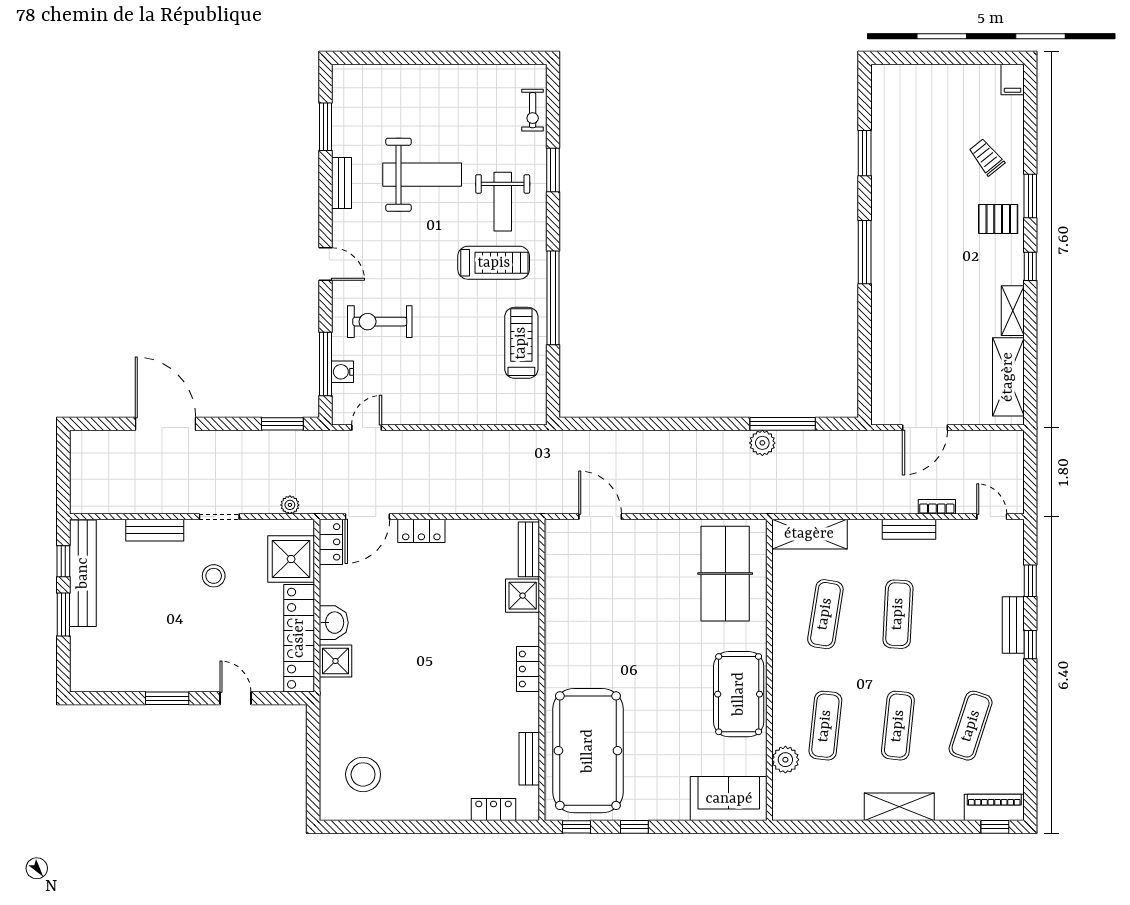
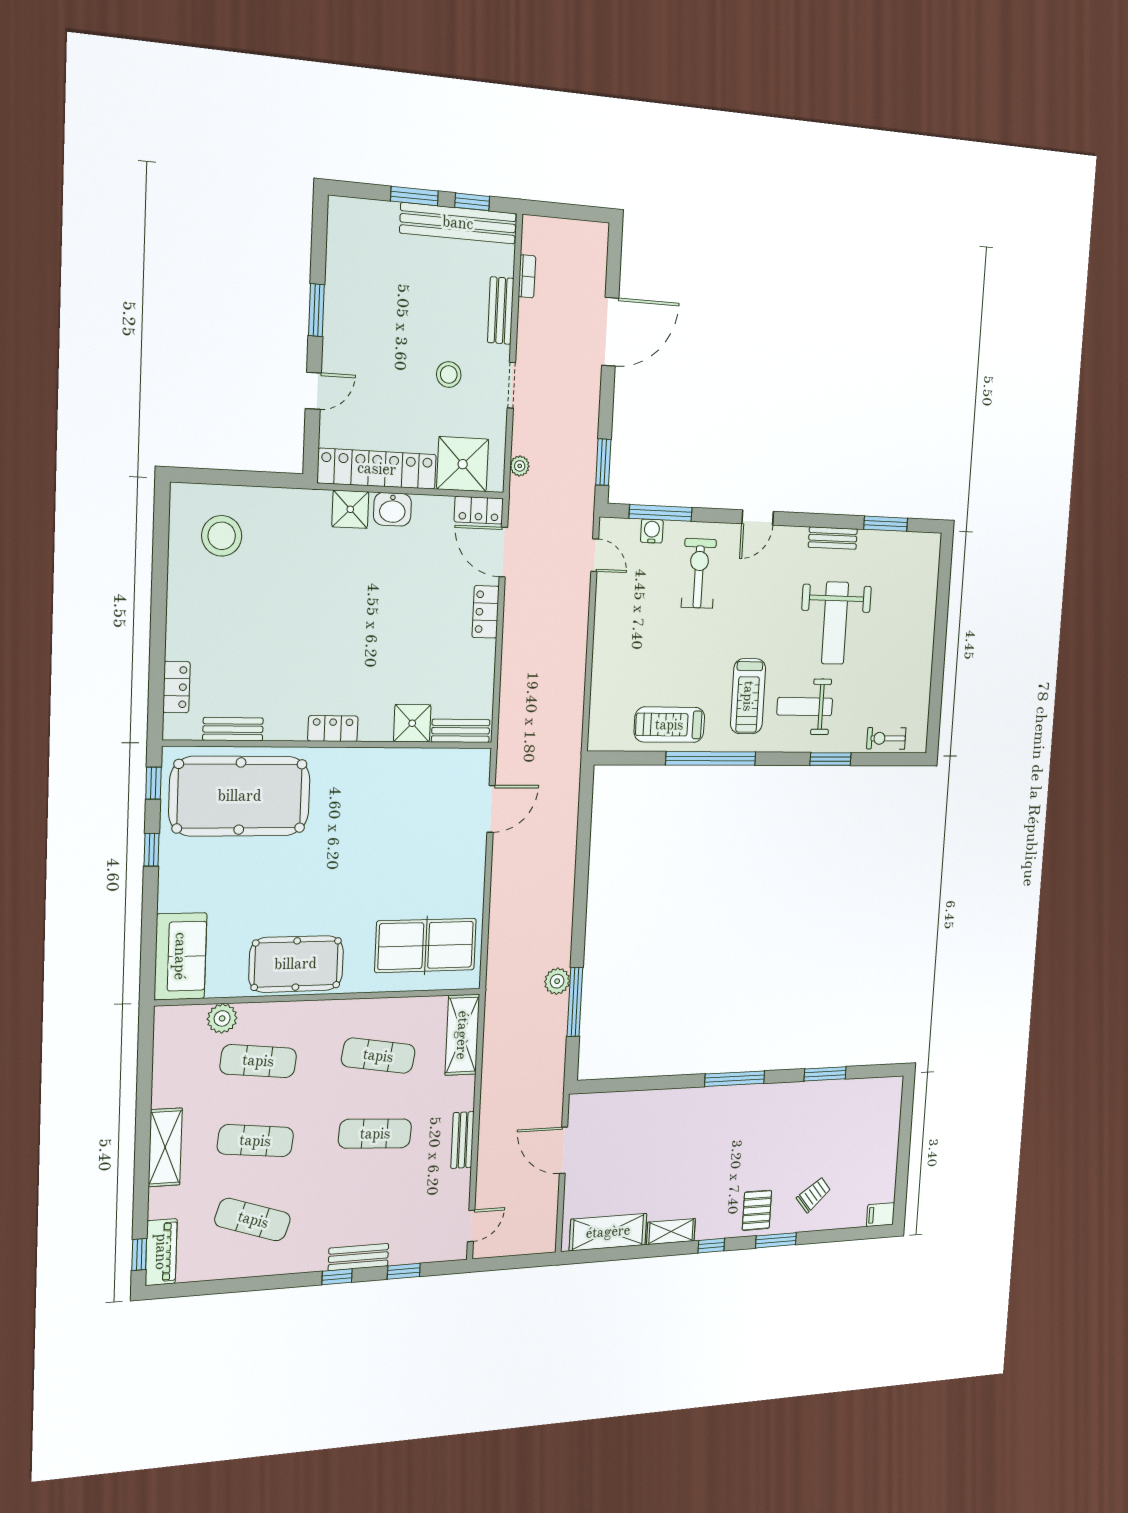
treadmill: (521, 343) -> (669, 725), turned 180
bookcase: (937, 507) -> (527, 276), moved

